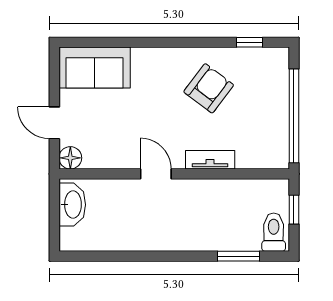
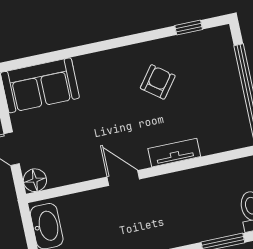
armchair: (209, 88) -> (158, 82), width x0.72, depth x0.72

